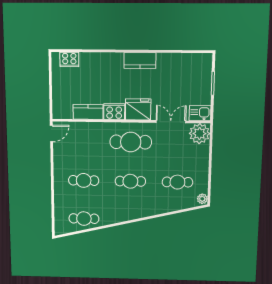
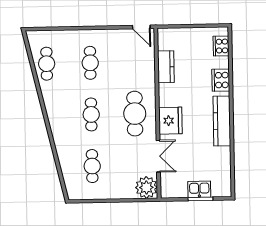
kitchen counter: (140, 61) -> (222, 121), width x1.50
cooker: (114, 112) -> (221, 80), moved, turned 180
kitchen sink: (200, 113) -> (199, 189), moved, turned -90
plant: (202, 199) -> (74, 194), removed

